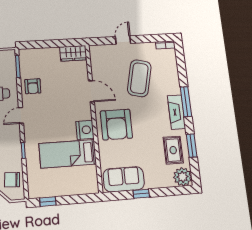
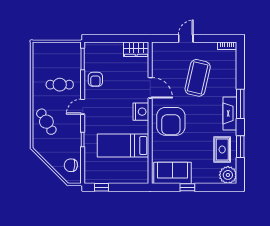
nightstand: (85, 130) -> (141, 112), moved

